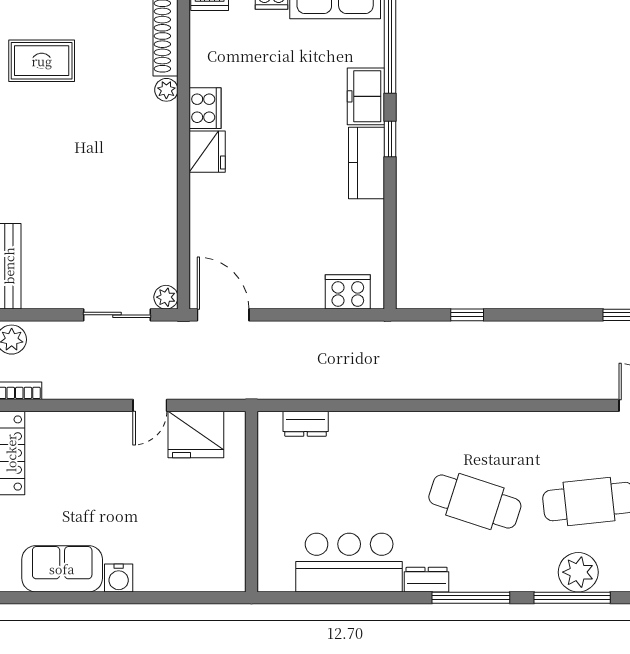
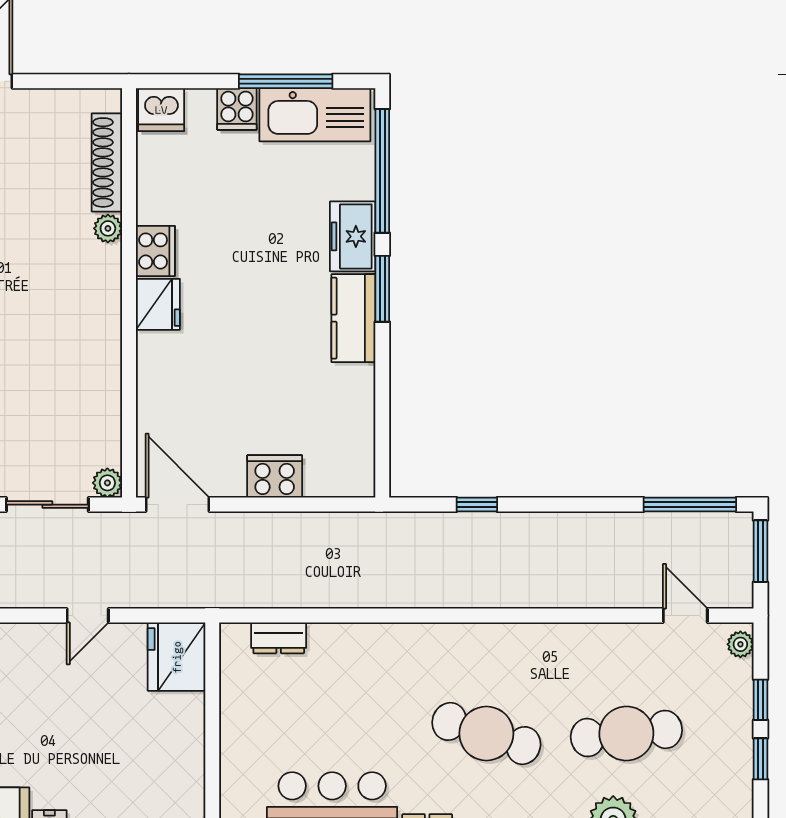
window: (390, 139) -> (382, 289), width x1.50
cooker: (348, 292) -> (275, 476), moved
fridge: (196, 435) -> (177, 657), moved, turned 90

